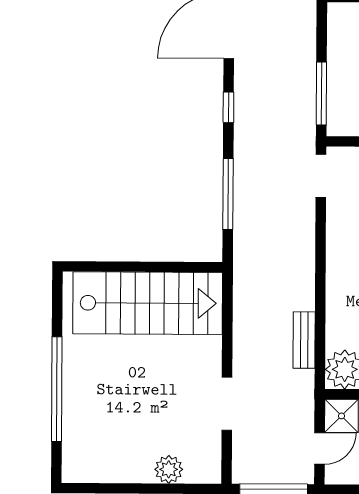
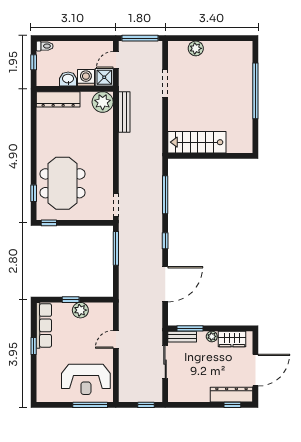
stairs: (148, 303) -> (197, 142), width x0.73, depth x0.66
bench: (304, 340) -> (124, 112), width x1.36

